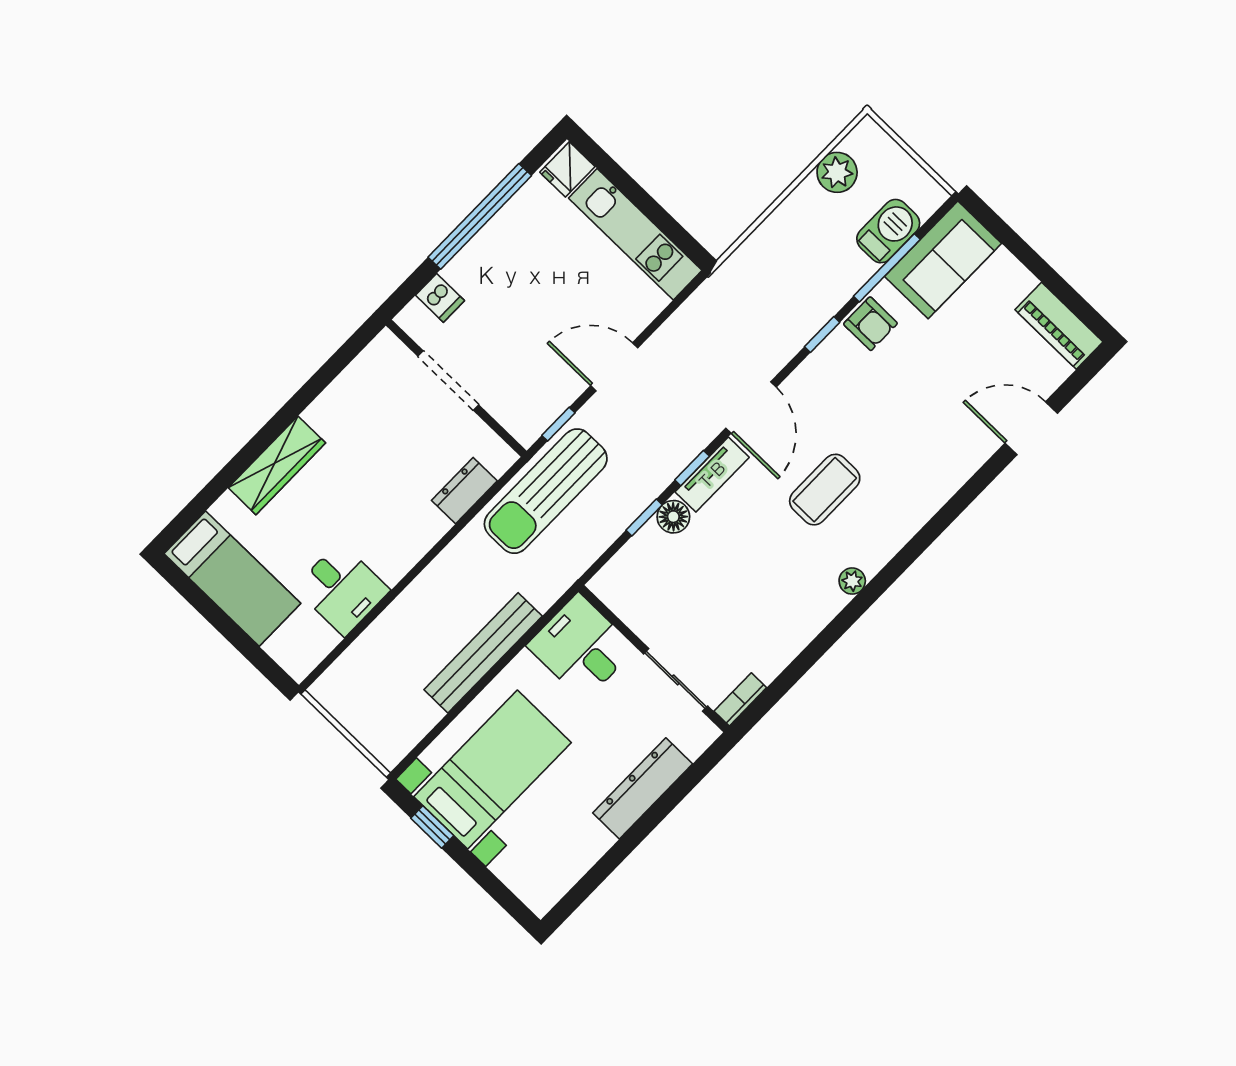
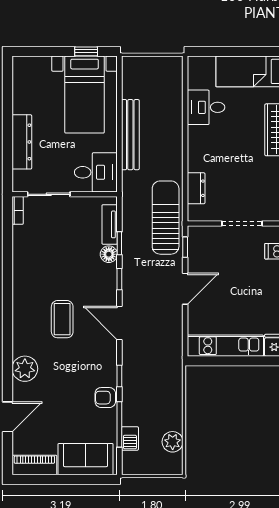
barbecue: (888, 231) -> (130, 438), width x0.73, depth x0.79
sofa: (943, 260) -> (86, 459), moved, turned 90
tv unit: (712, 475) -> (110, 224), moved
plant: (852, 581) -> (25, 369), moved, width x1.88, depth x1.88

